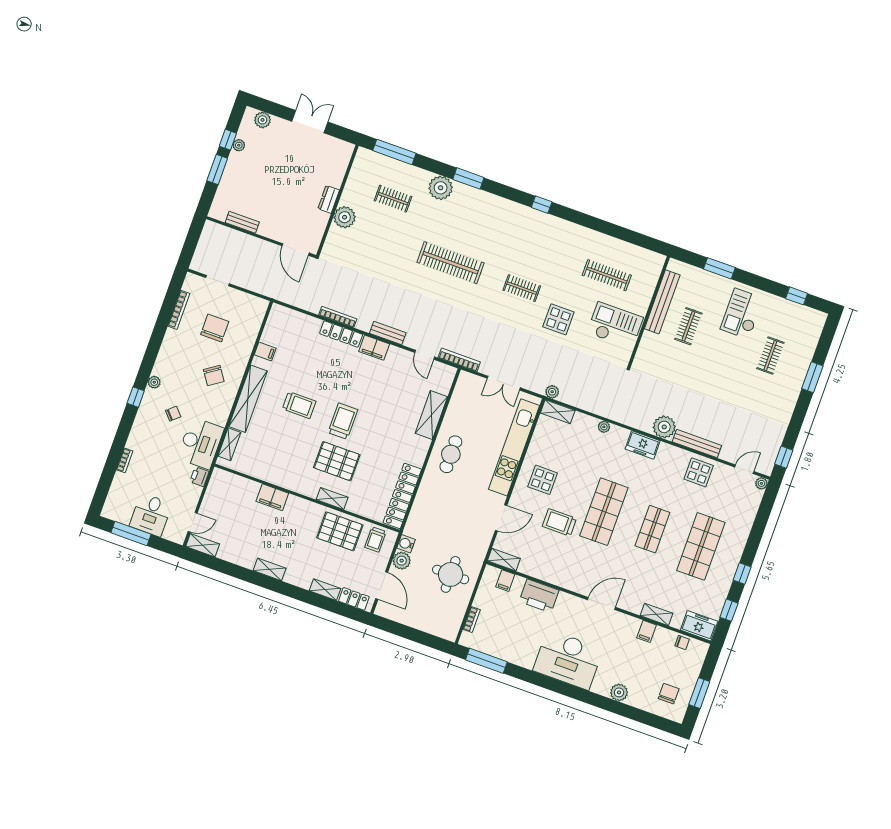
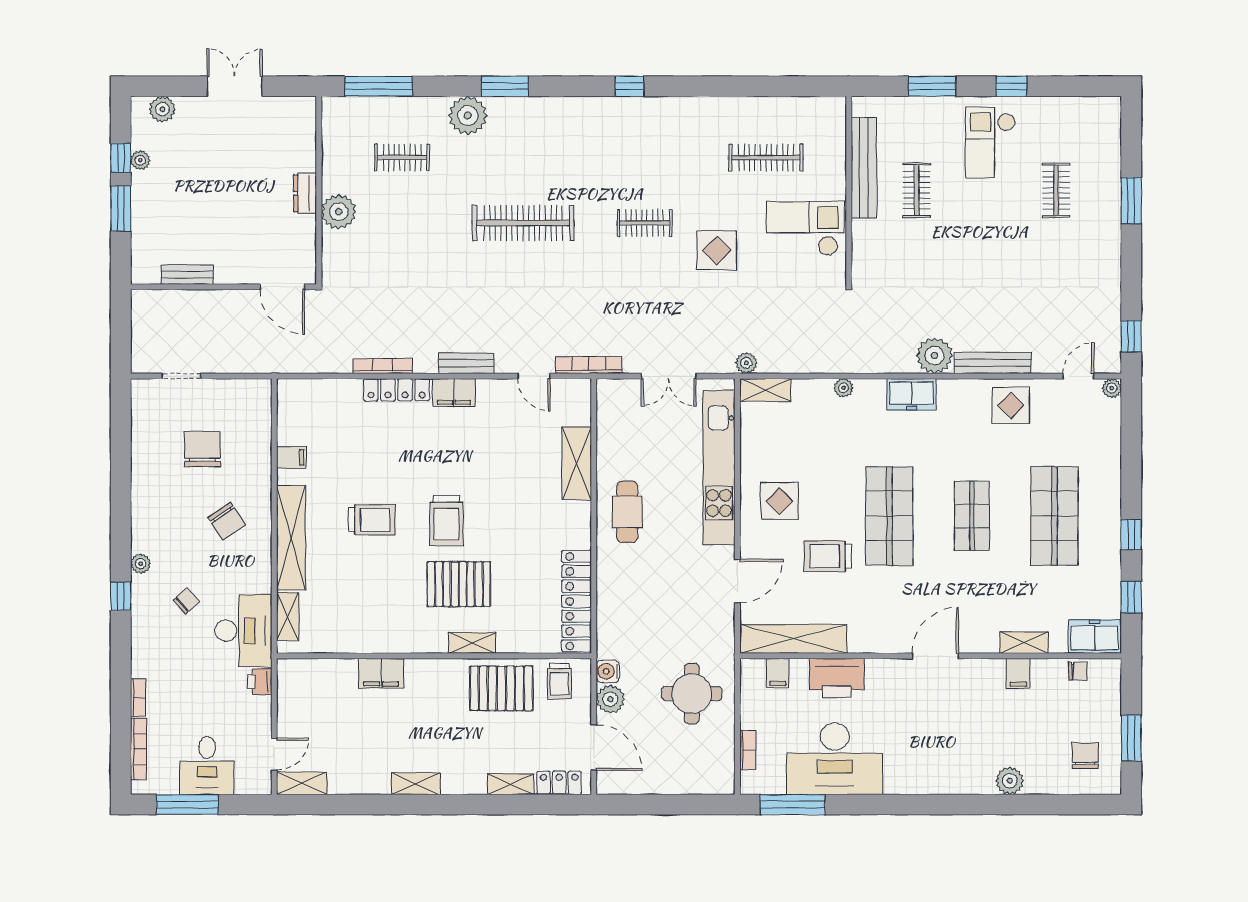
window: (797, 296) -> (1011, 86), moved
bookcase: (179, 310) -> (138, 749), moved
trolley: (343, 421) -> (446, 520), turned 180
shelving: (504, 560) -> (793, 639), width x2.20, depth x1.33
desk: (568, 660) -> (835, 759), moved

